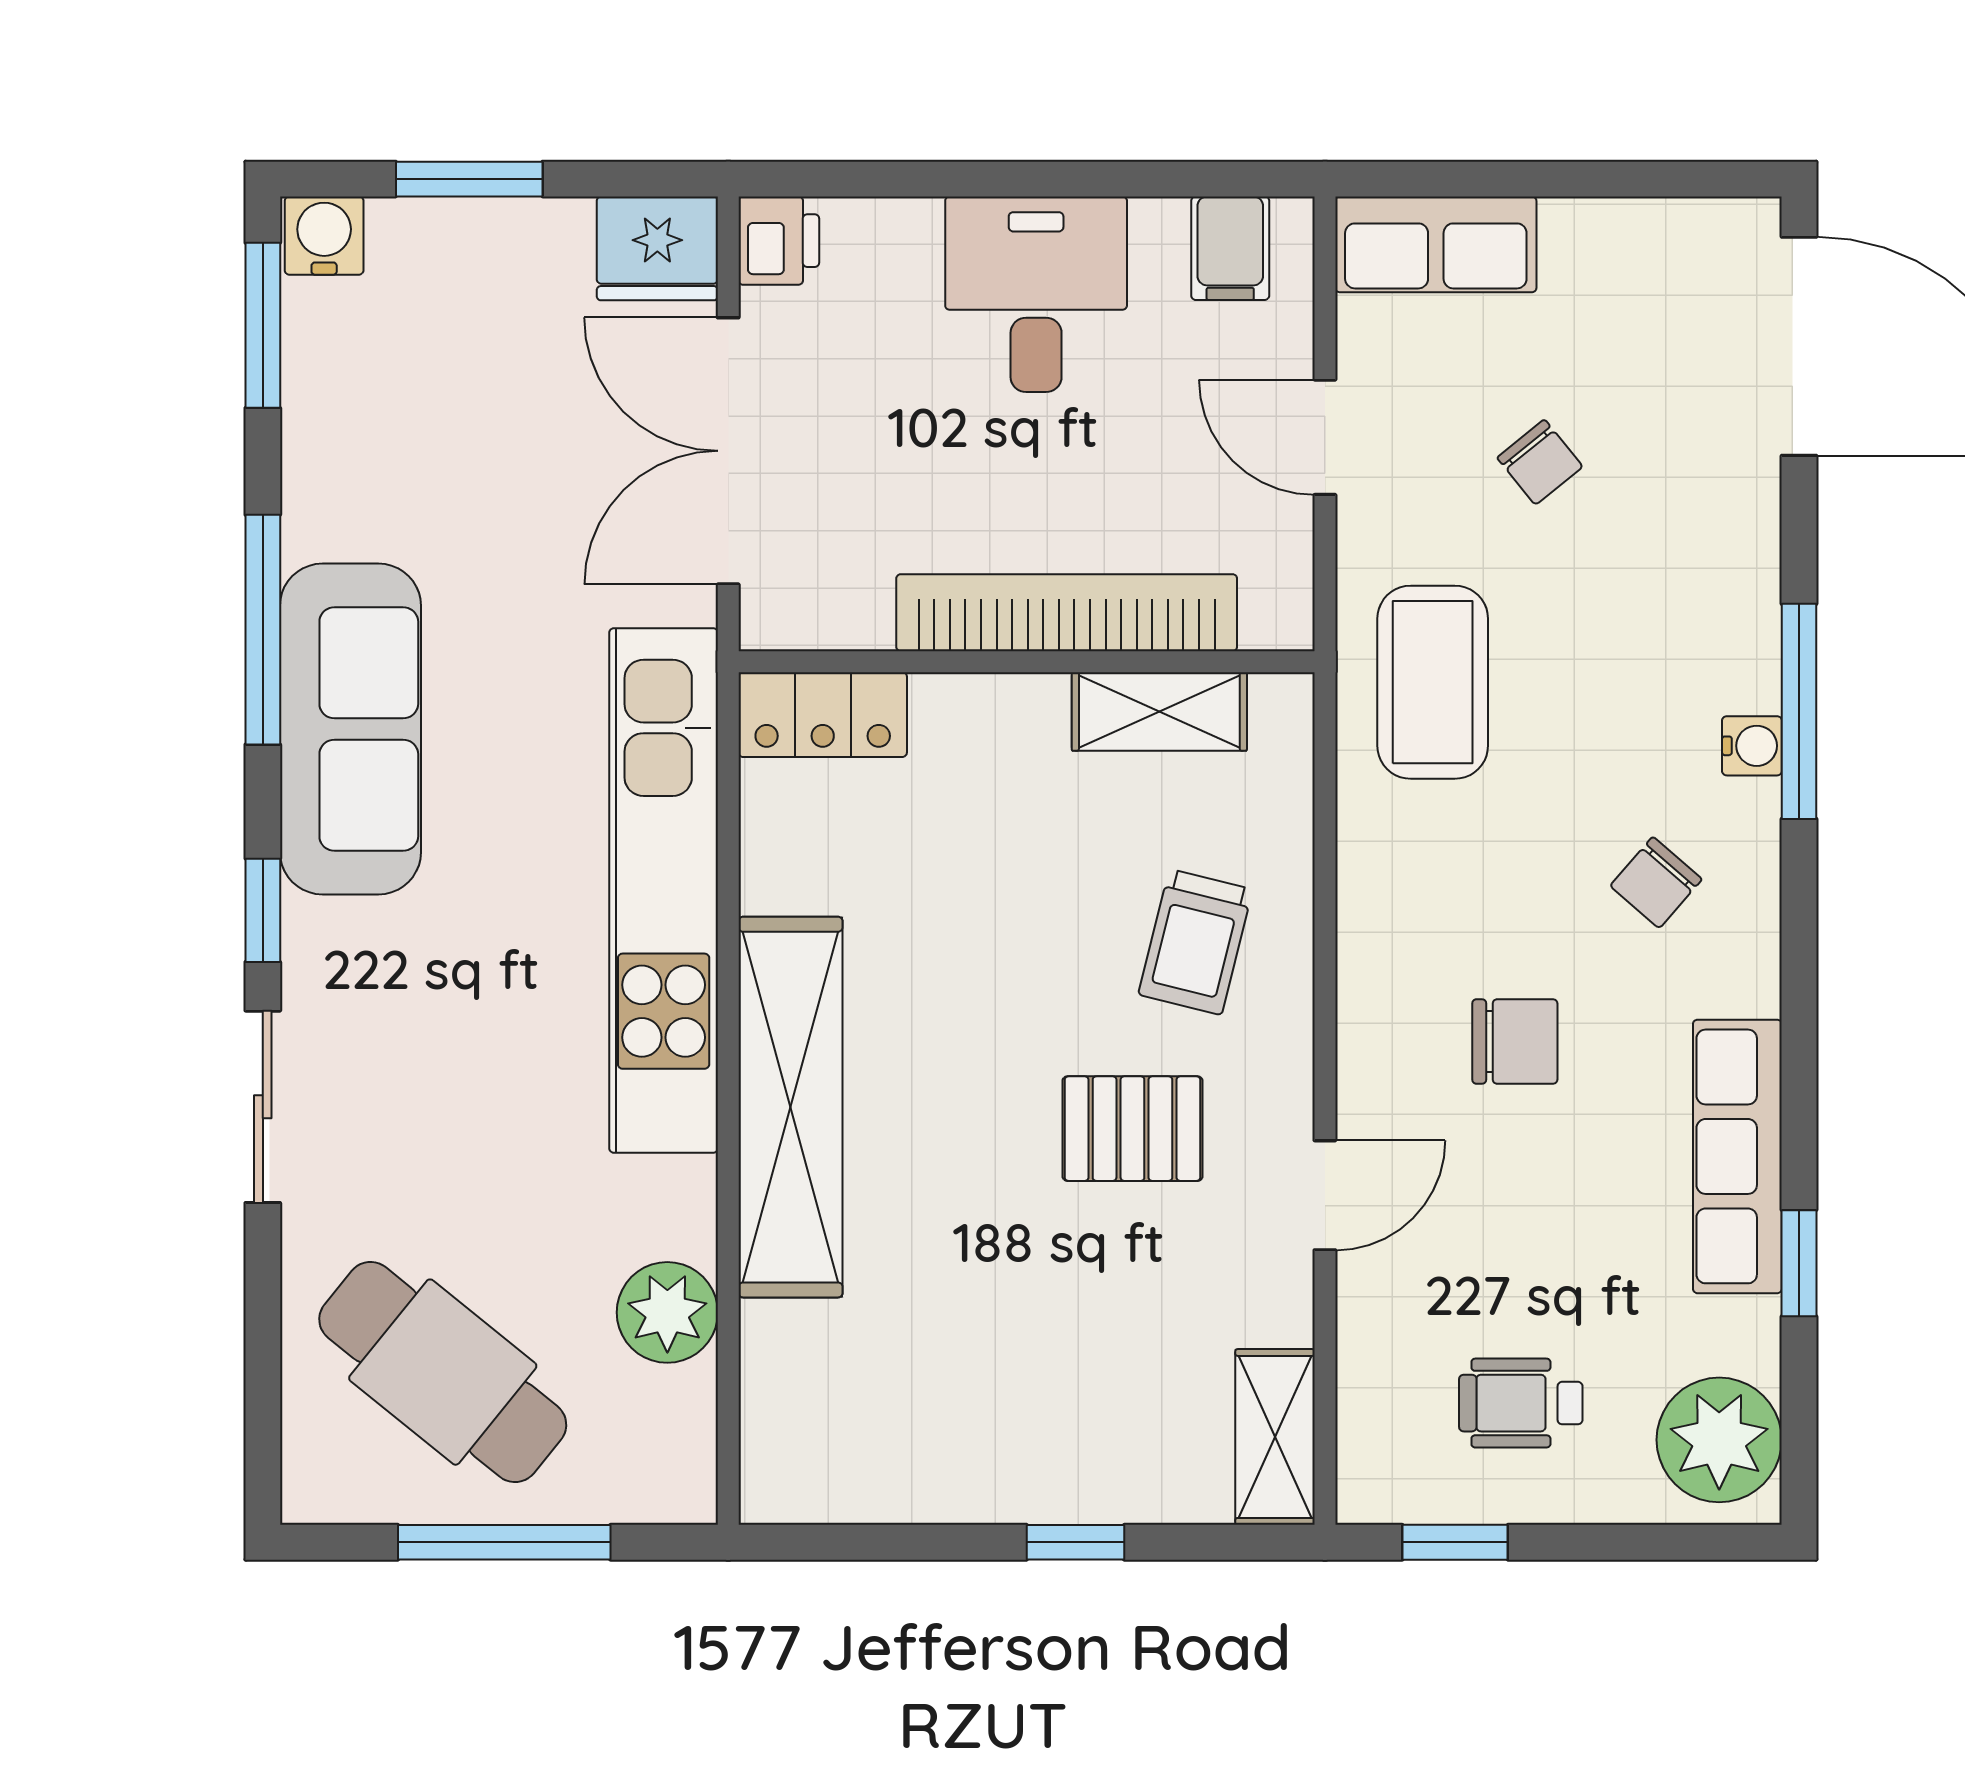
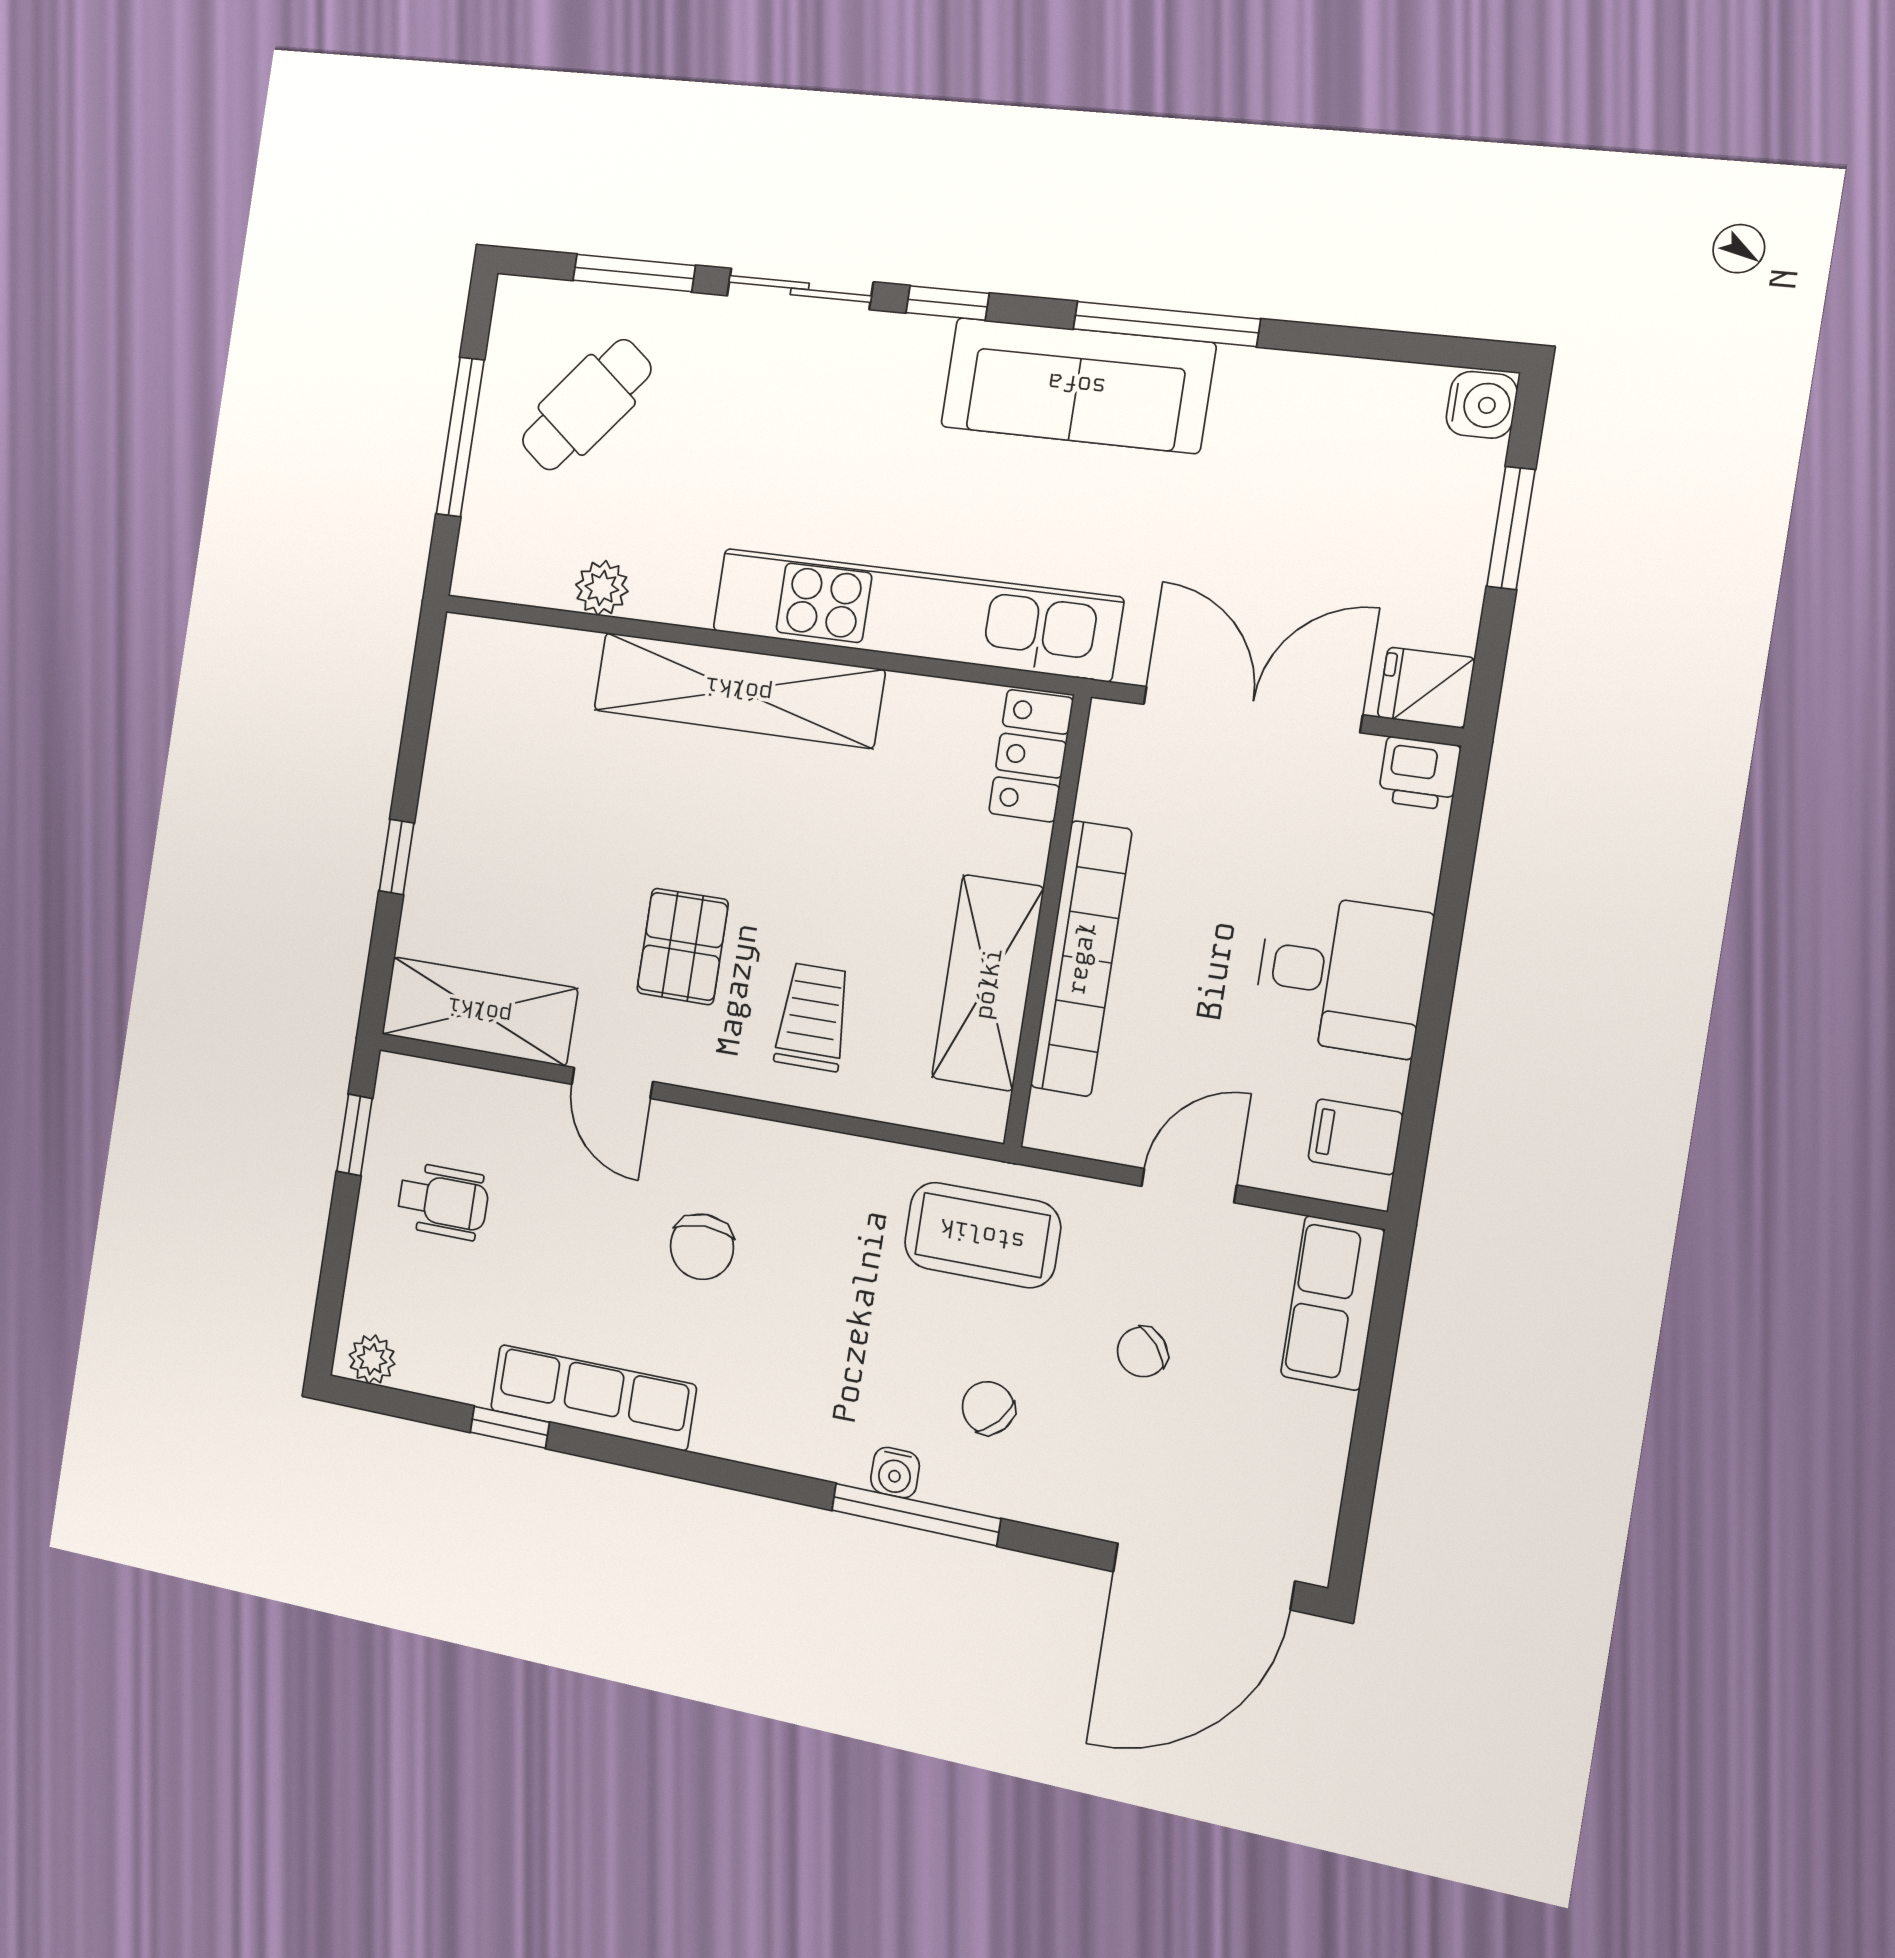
fridge: (657, 248) -> (1426, 688), width x0.72
window: (263, 325) -> (634, 273), moved
shelving: (1159, 711) -> (988, 983), width x1.50, depth x1.33
chair: (1656, 883) -> (988, 1408), moved
trolley: (1195, 942) -> (813, 1017), turned 76
plant: (667, 1312) -> (602, 588), width x0.73, depth x0.73
cafe table: (443, 1372) -> (587, 405), width x0.73, depth x0.74
wheelchair: (1521, 1403) -> (443, 1201), turned 90
shelving: (1275, 1437) -> (479, 1011), width x1.50, depth x1.33
plant: (1719, 1440) -> (372, 1359), width x0.53, depth x0.53

